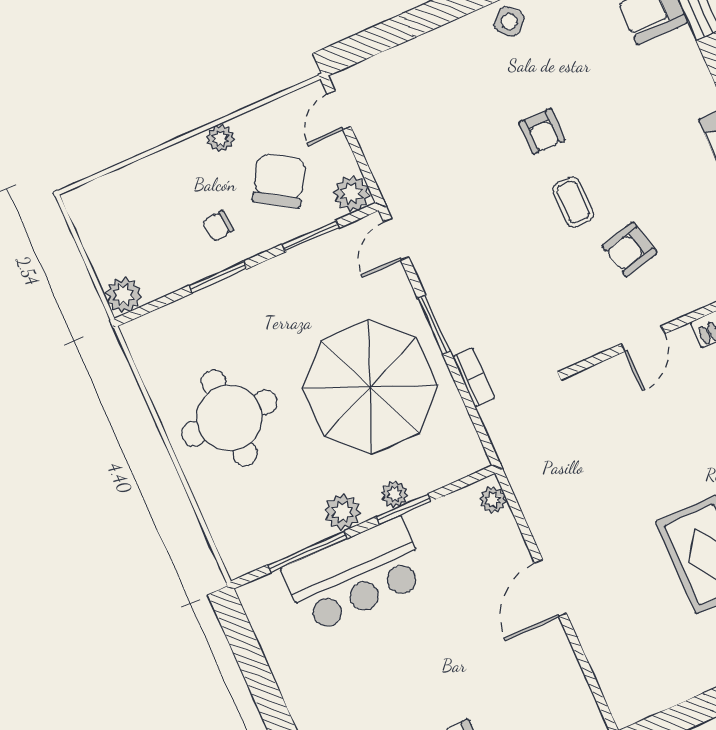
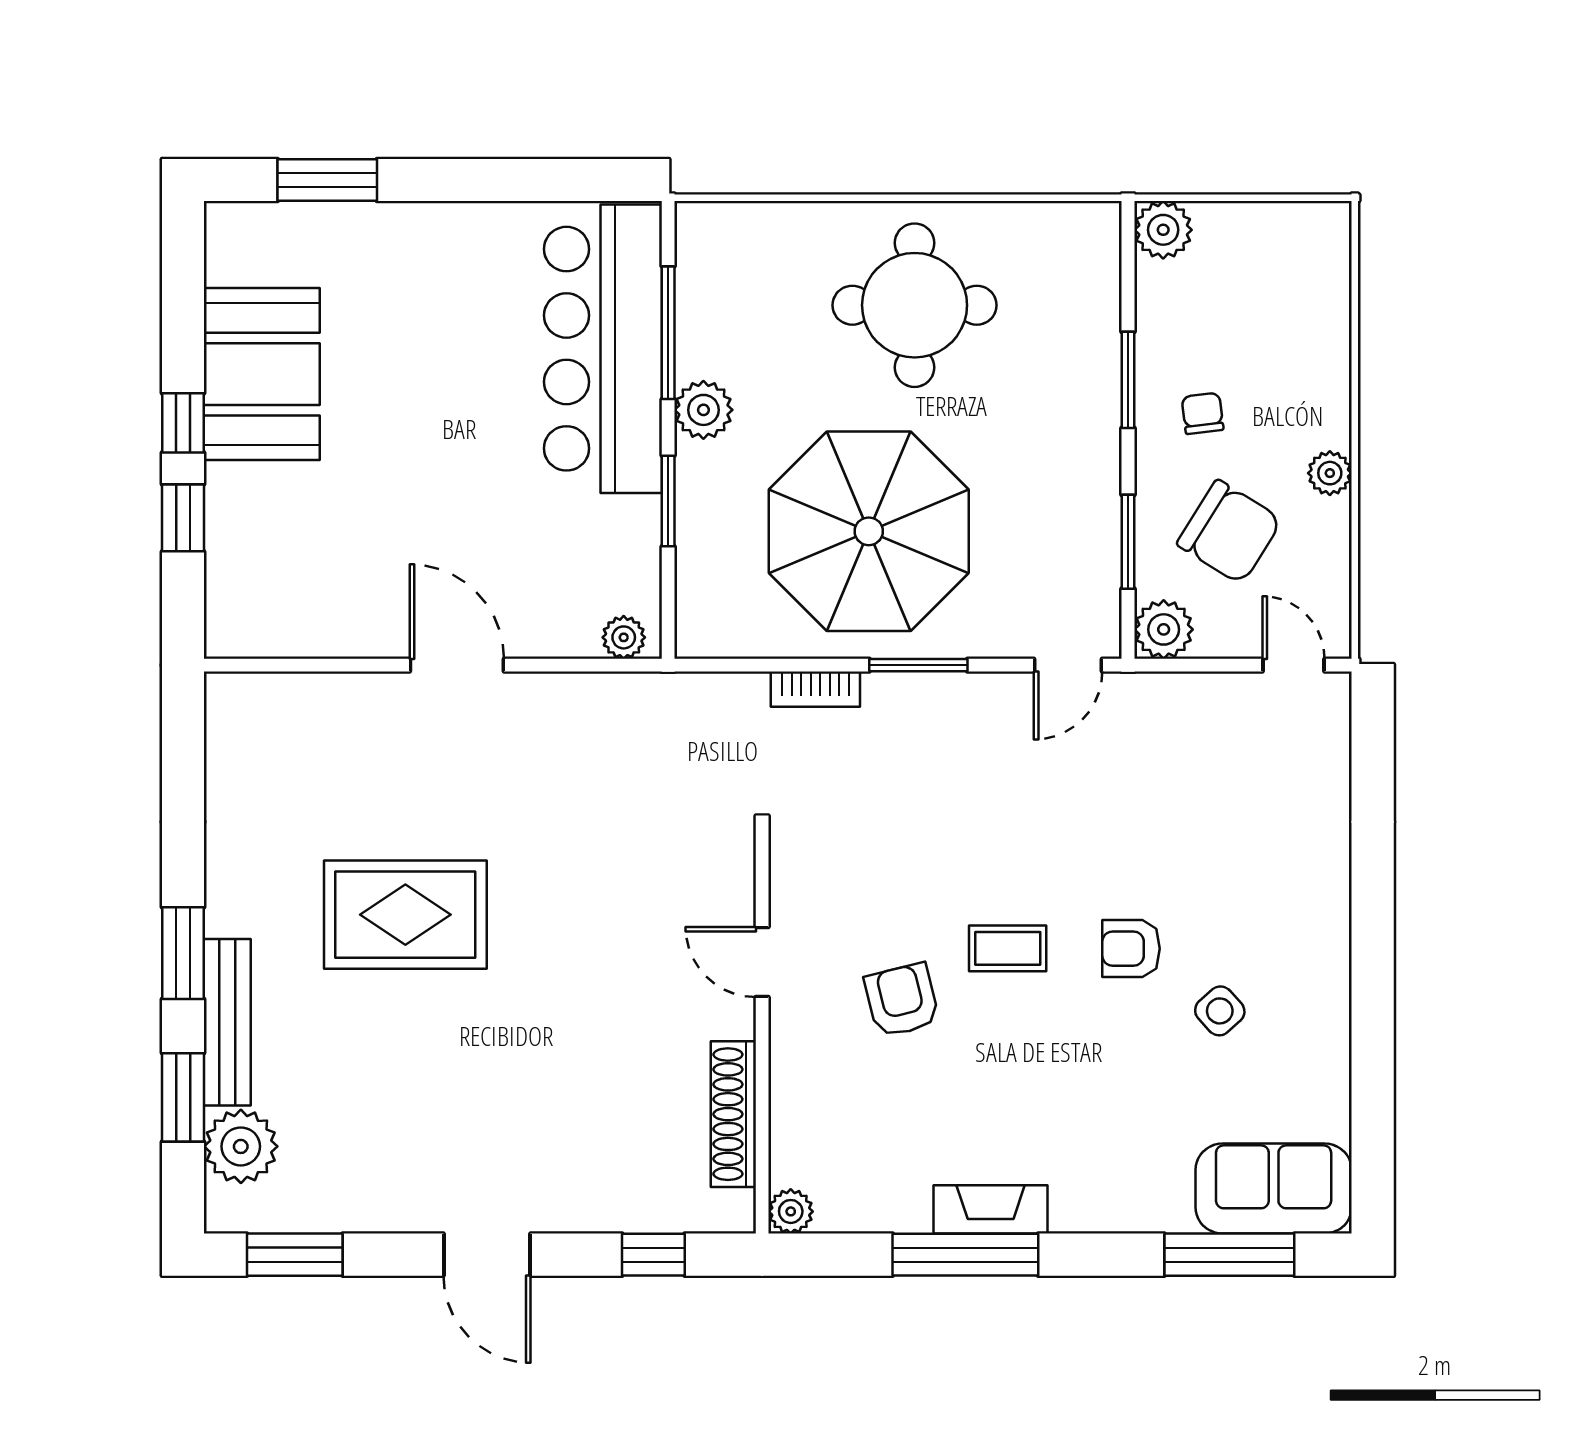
side table: (509, 21) -> (1220, 1011), moved
door: (396, 239) -> (1068, 665), swing flipped
plant: (395, 494) -> (696, 498), removed
bar counter: (355, 575) -> (603, 349), width x1.36

